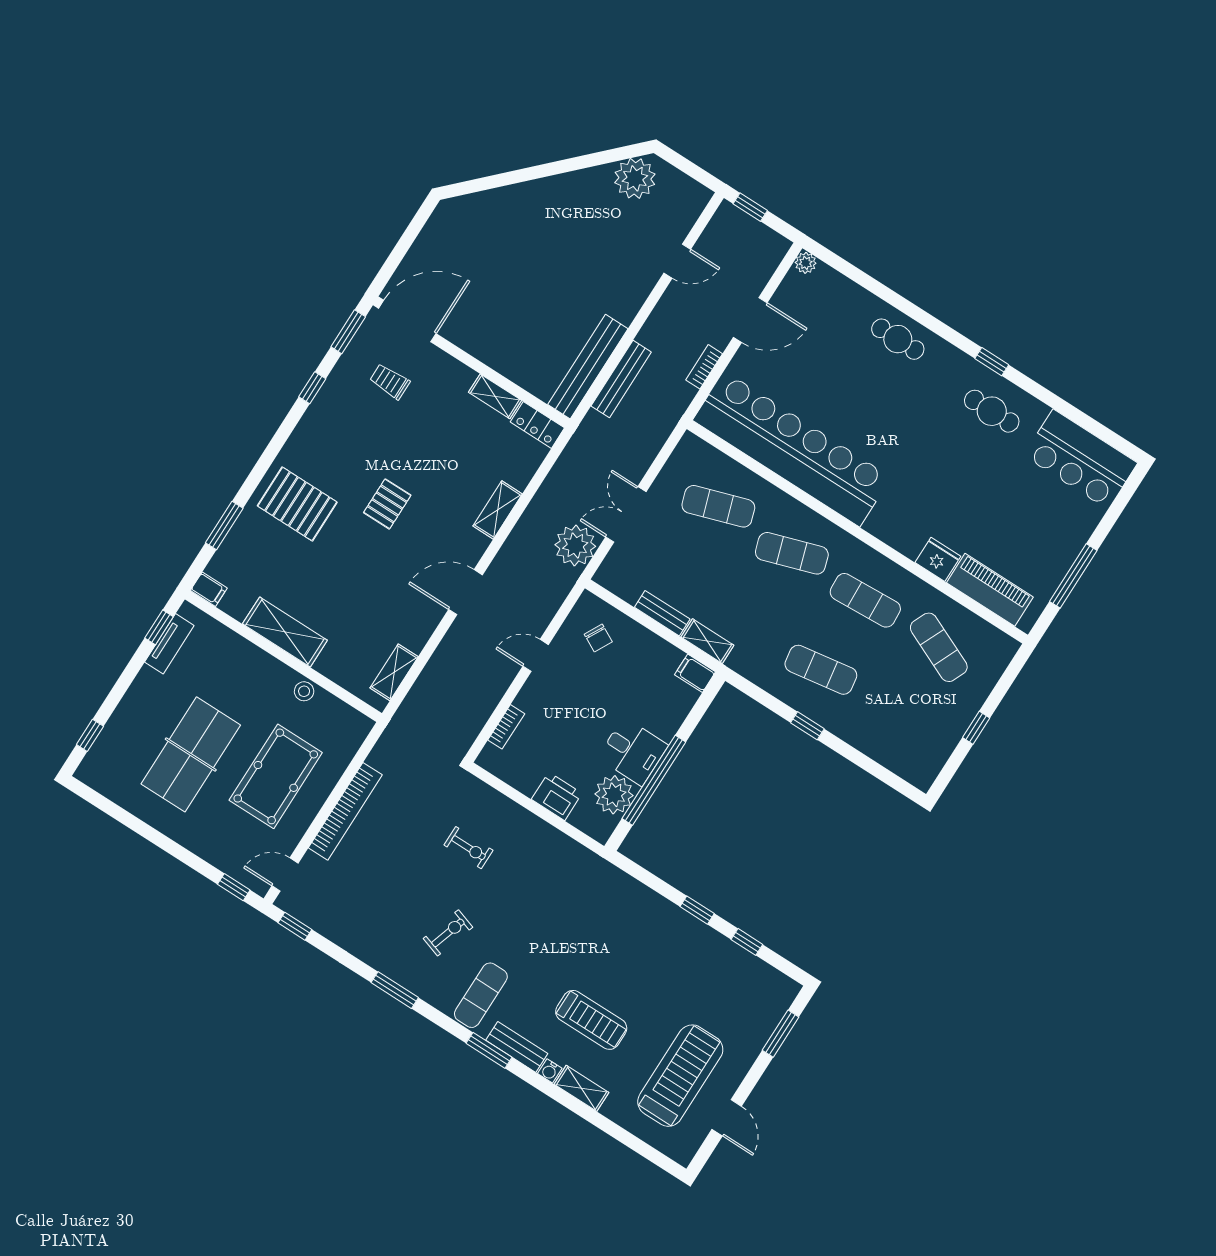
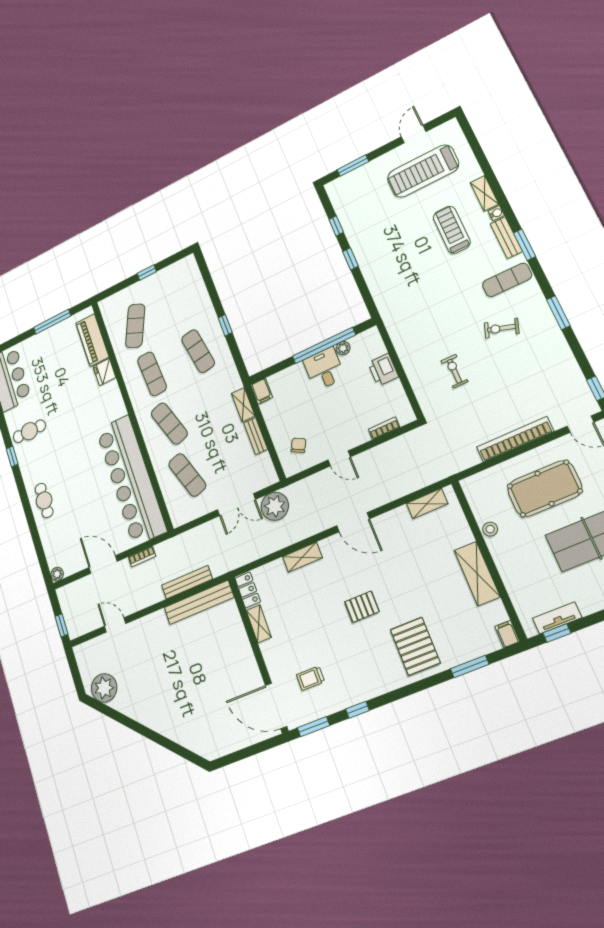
trolley: (390, 381) -> (310, 678), turned 90
cafe table: (992, 411) -> (29, 431), turned 90
plant: (614, 795) -> (343, 348), width x0.53, depth x0.53

